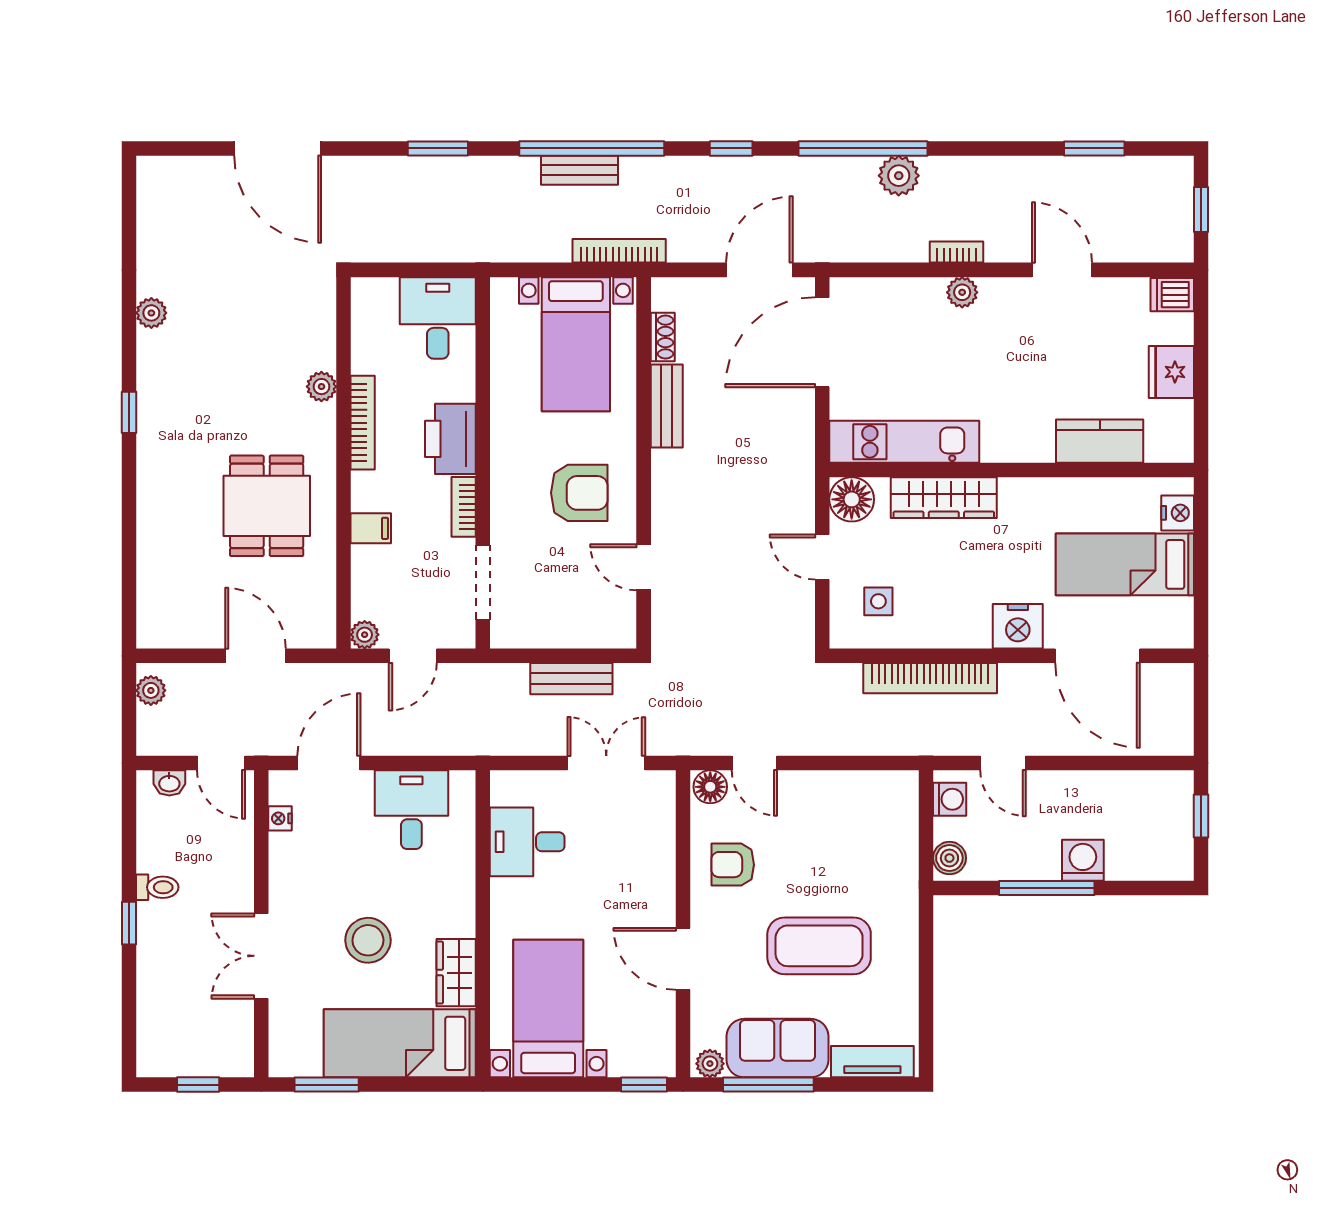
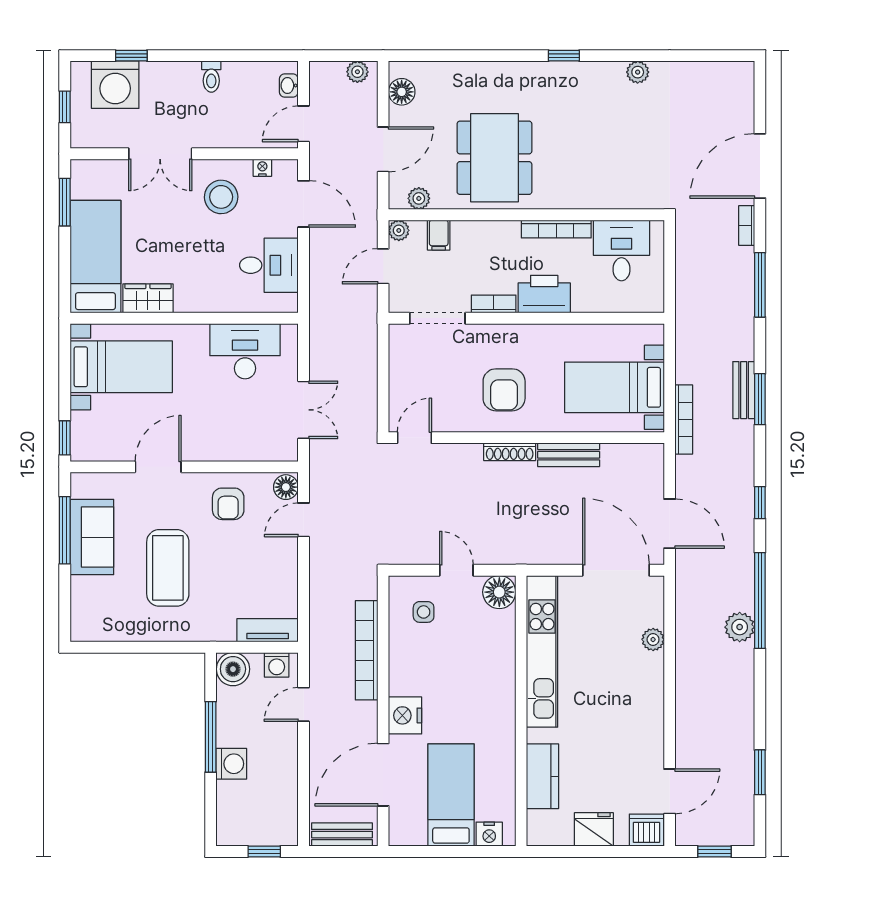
window: (438, 148) -> (760, 285), width x1.44
window: (592, 148) -> (760, 399), width x0.47
bookcase: (957, 252) -> (747, 226), moved, turned 180
door: (1062, 270) -> (670, 791), moved
plant: (962, 292) -> (653, 639), moved
dishwasher: (1172, 295) -> (647, 830), width x1.38
desk: (438, 318) -> (621, 250), moved, turned -90
shoe rack: (663, 337) -> (510, 452), moved, width x1.43
plant: (321, 387) -> (419, 198), moved
kitchen unit: (904, 442) -> (542, 651), width x1.36
wardrobe: (944, 498) -> (501, 660), removed
dining table: (267, 506) -> (494, 158), width x1.38
filing cabinet: (371, 528) -> (439, 235), moved
door: (822, 557) -> (456, 570), hinge flipped
door: (644, 567) -> (414, 438), moved
floor lamp: (178, 631) -> (402, 92), added
door: (413, 656) -> (383, 266), hinge flipped
bench: (571, 679) -> (342, 835), moved, turned 90
desk: (527, 842) -> (245, 351), width x1.37
boiler: (949, 858) -> (233, 669), width x1.36, depth x1.36
armchair: (733, 865) -> (228, 504), turned 180
window: (129, 923) -> (131, 56), moved
stool: (368, 940) -> (221, 197), moved
double door: (261, 956) -> (160, 154), swing flipped
washing machine: (168, 1017) -> (115, 85), added
tv unit: (872, 1062) -> (268, 630), moved, turned -90
plant: (710, 1064) -> (80, 487), removed

